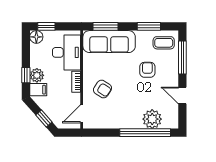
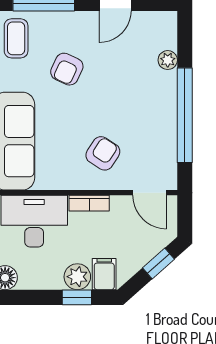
armchair: (147, 70) -> (67, 69), turned -65
plant: (152, 119) -> (168, 60), width x0.53, depth x0.53
window: (145, 133) -> (185, 115), moved

